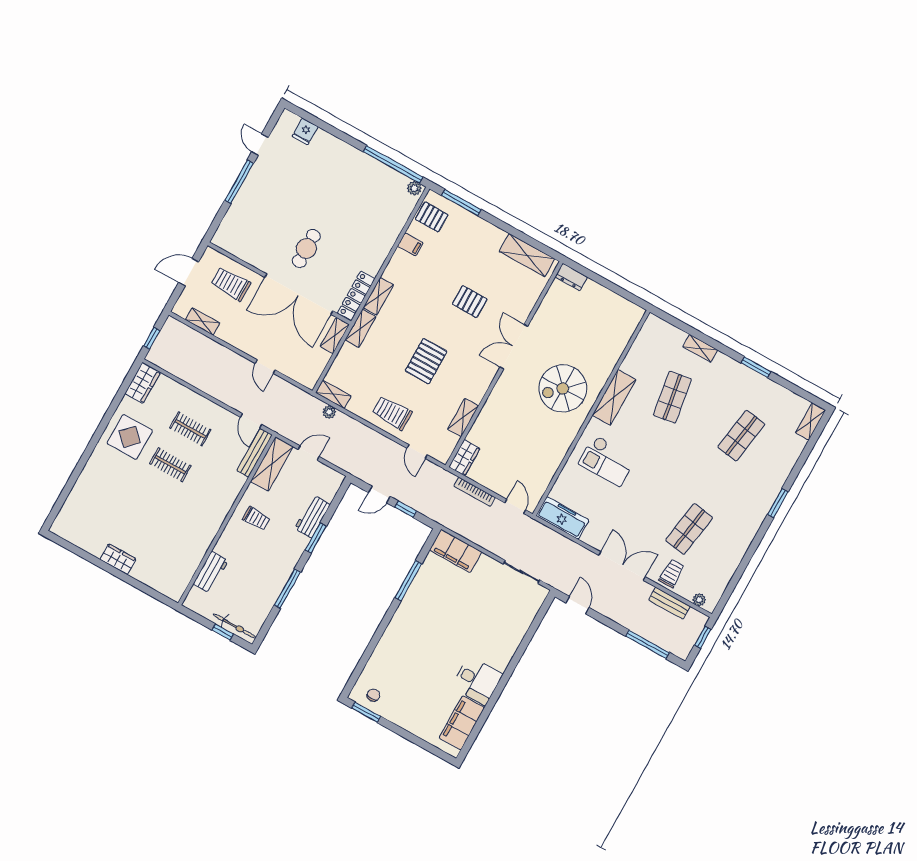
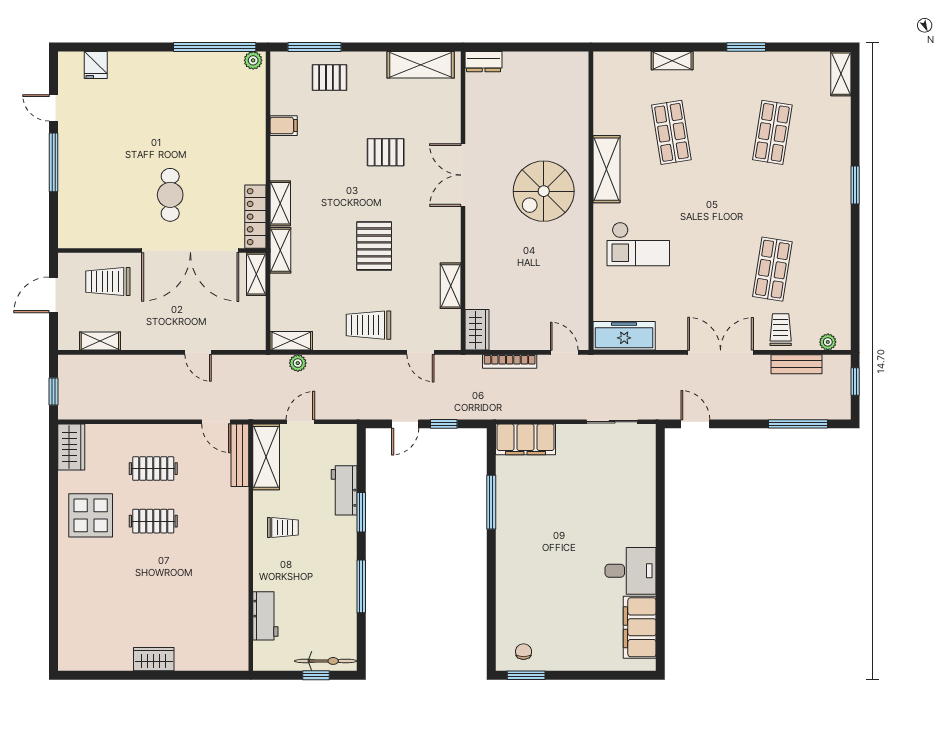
pallet: (432, 217) -> (329, 78), moved

